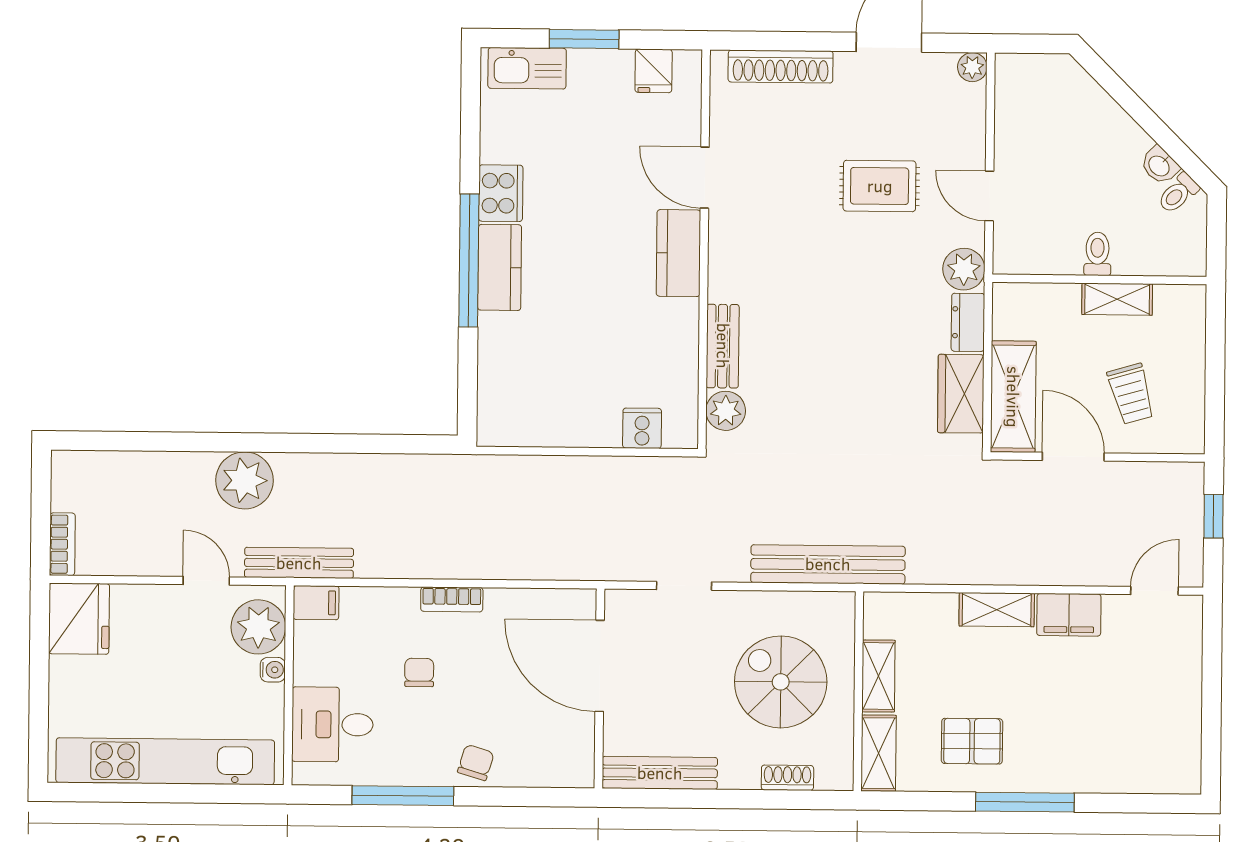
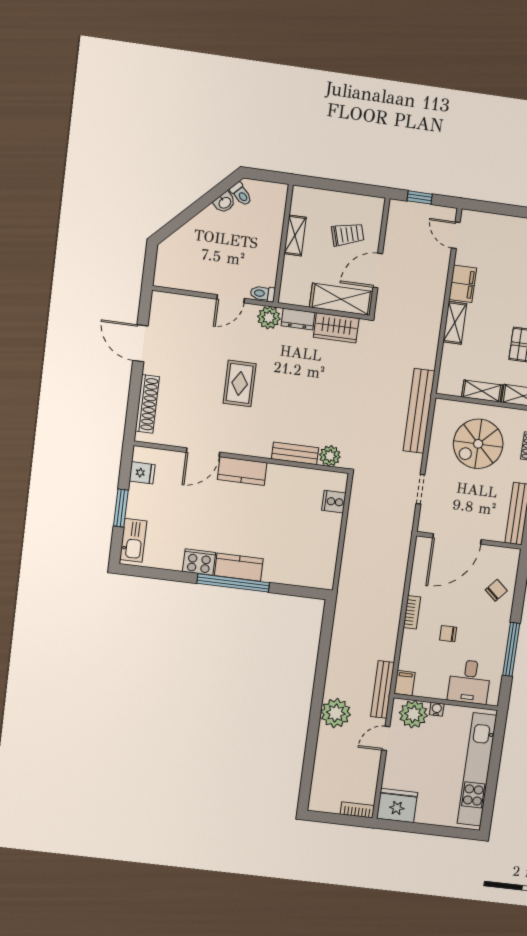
plant: (972, 67) -> (159, 299), removed
rug: (880, 186) -> (240, 383), moved
toilet: (1097, 254) -> (263, 294), moved
chair: (476, 763) -> (496, 590), moved, turned 114

